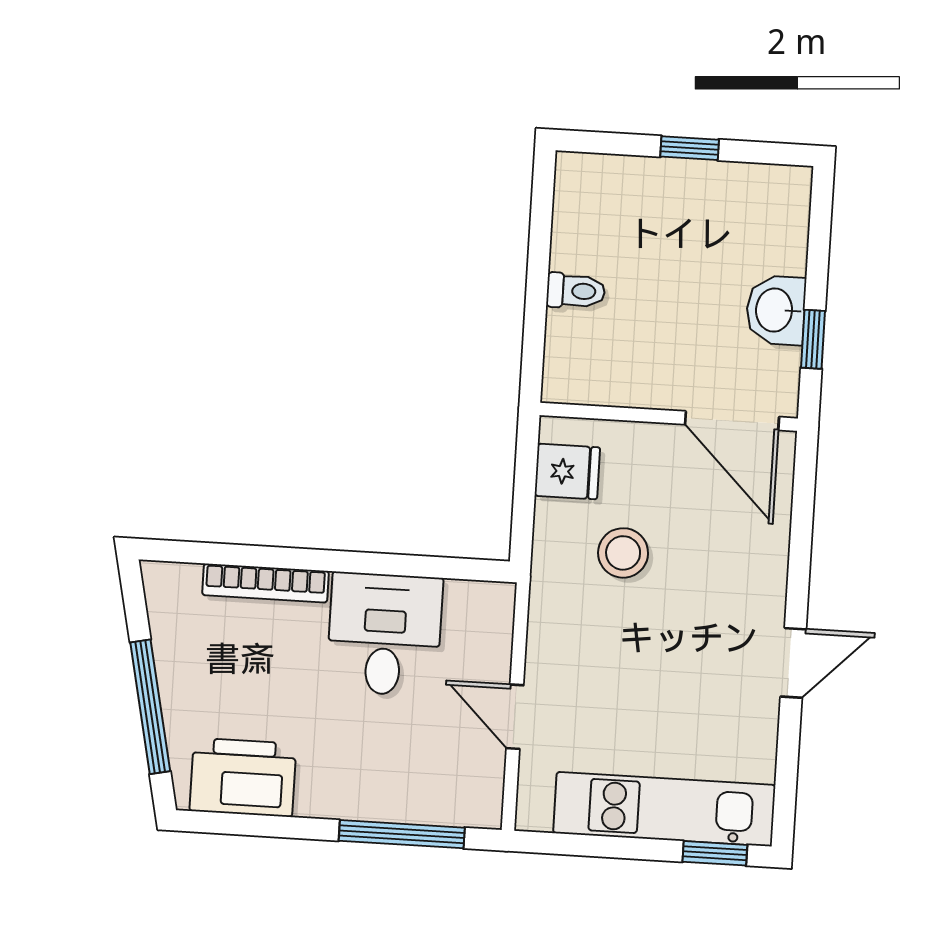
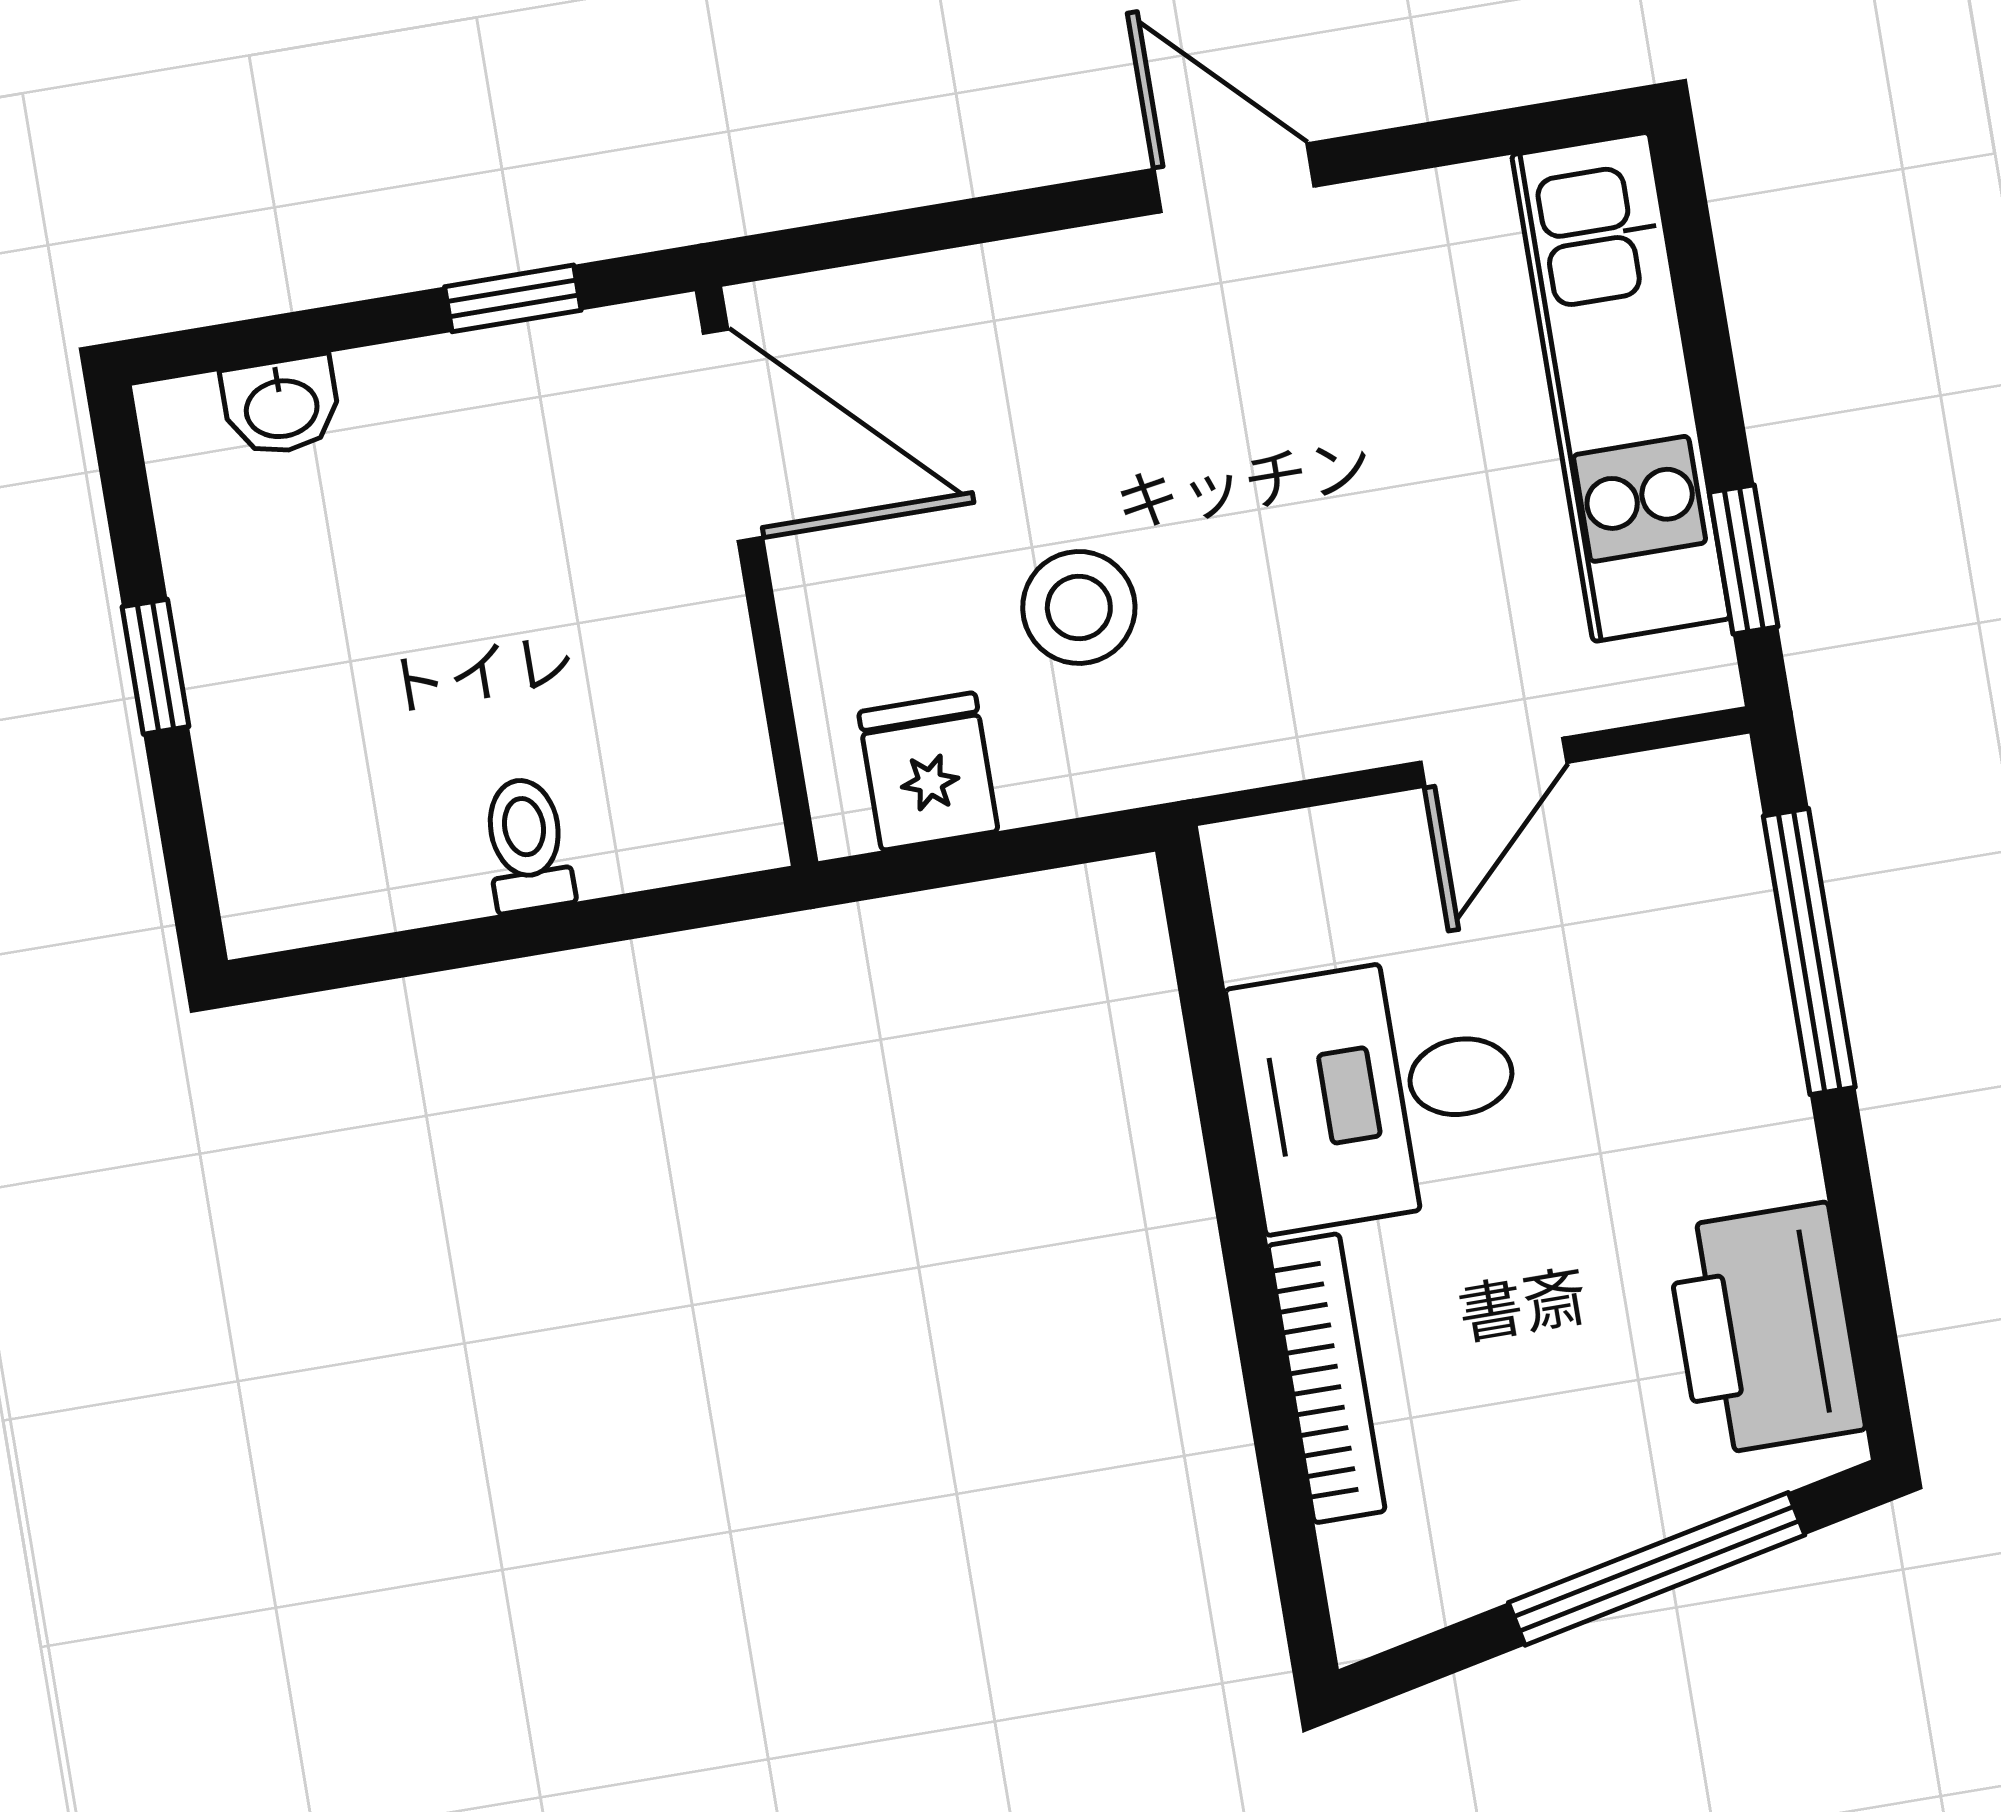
washbasin: (776, 310) -> (281, 406), moved, width x0.72, depth x0.69
door: (732, 421) -> (733, 435), hinge flipped
window: (715, 853) -> (1744, 559), moved

